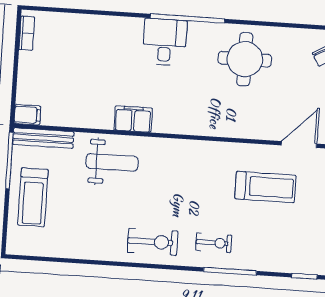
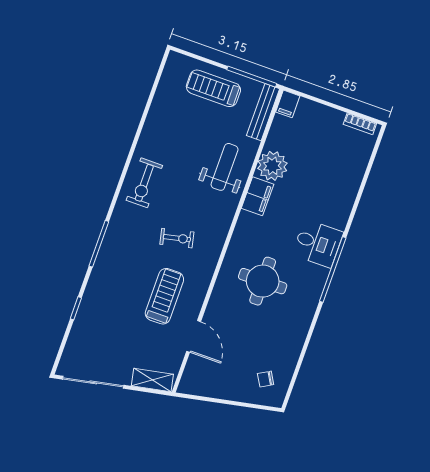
round table: (245, 59) -> (263, 281), moved
plant: (97, 112) -> (272, 166), added
weight bench: (112, 162) -> (225, 167), turned 180
treadmill: (265, 187) -> (164, 296), turned 180
exercise bike: (214, 243) -> (177, 238), moved, turned -103

